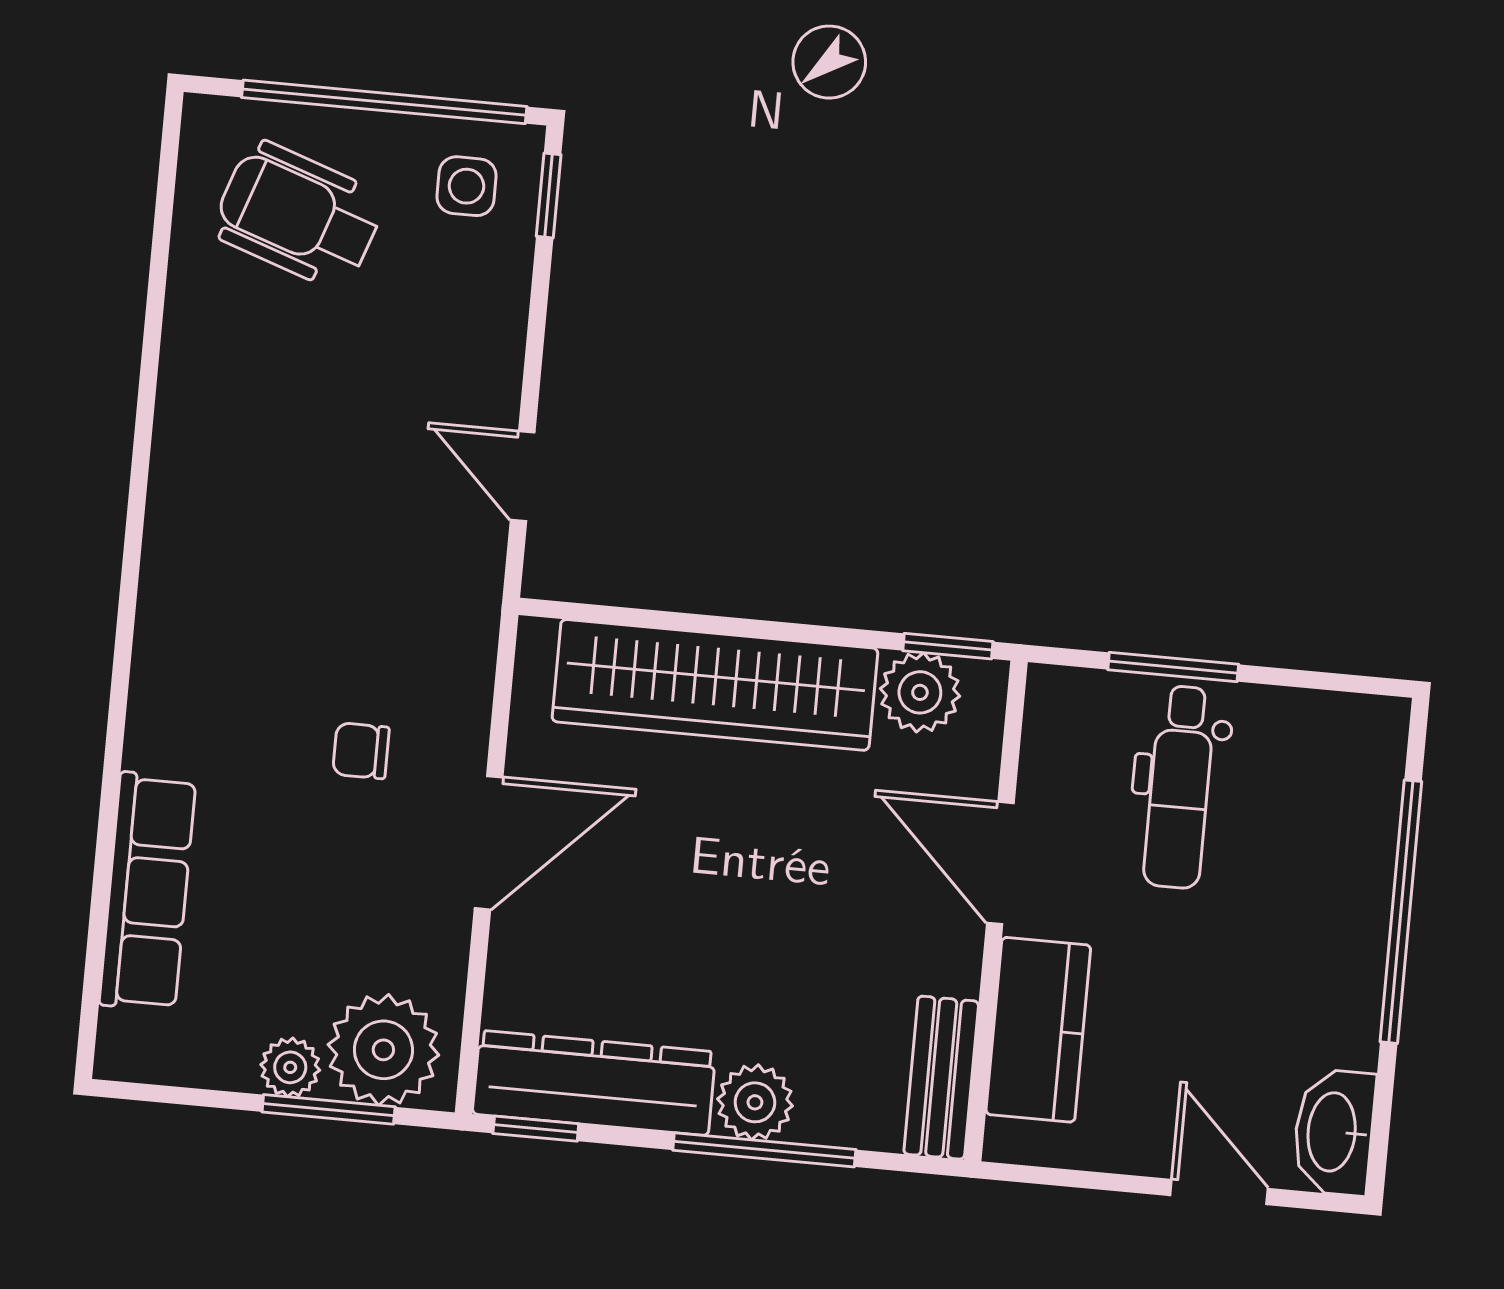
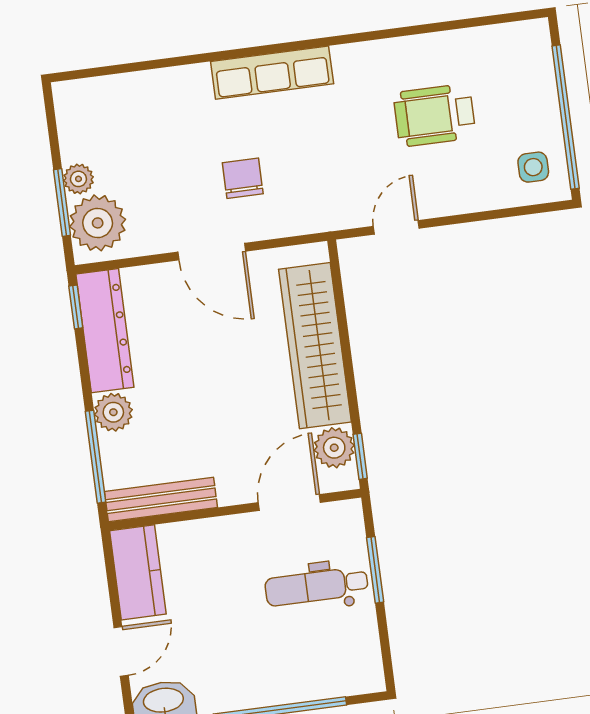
window: (549, 195) -> (538, 209), removed
wheelchair: (299, 215) -> (435, 115), moved, turned -109
chair: (361, 751) -> (243, 178), width x1.37, depth x1.37
door: (1000, 863) -> (289, 502), moved
row of seats: (148, 892) -> (272, 73), moved
kitchen counter: (1038, 1030) -> (138, 572), moved, turned -90
bench: (941, 1078) -> (161, 499), width x1.36
window: (764, 1150) -> (95, 457), moved

